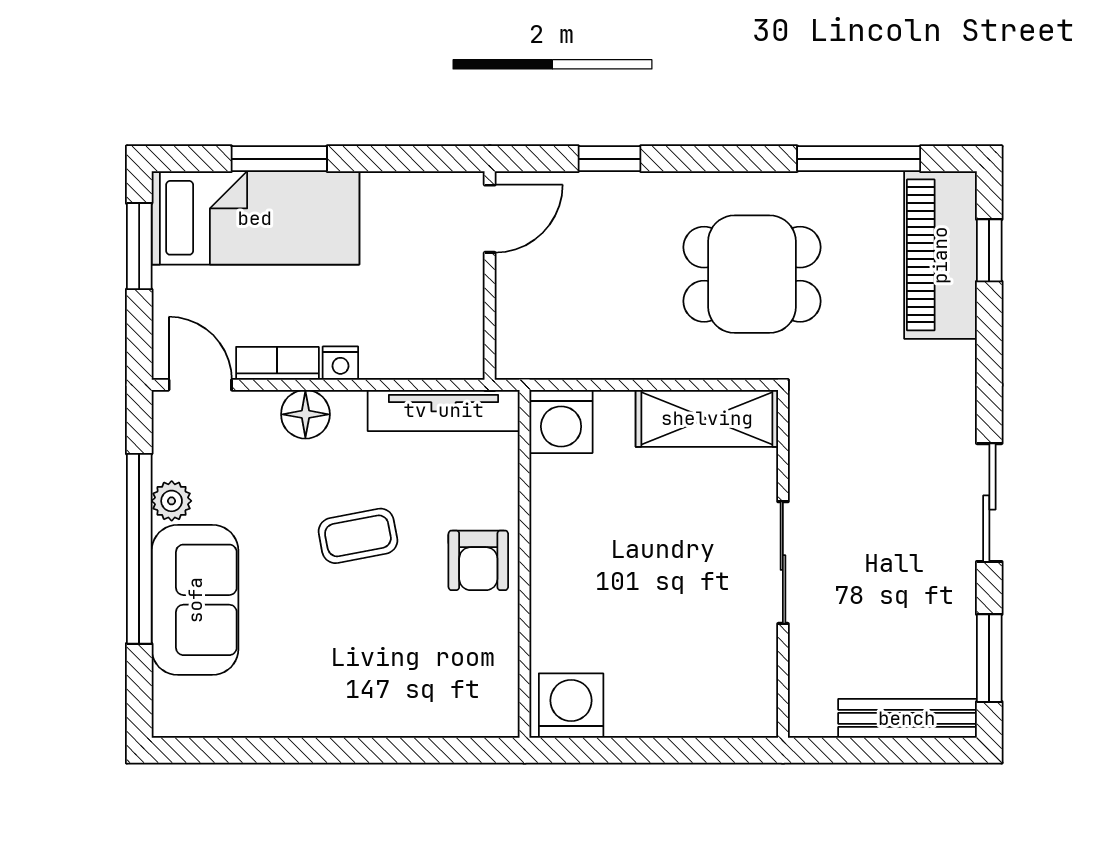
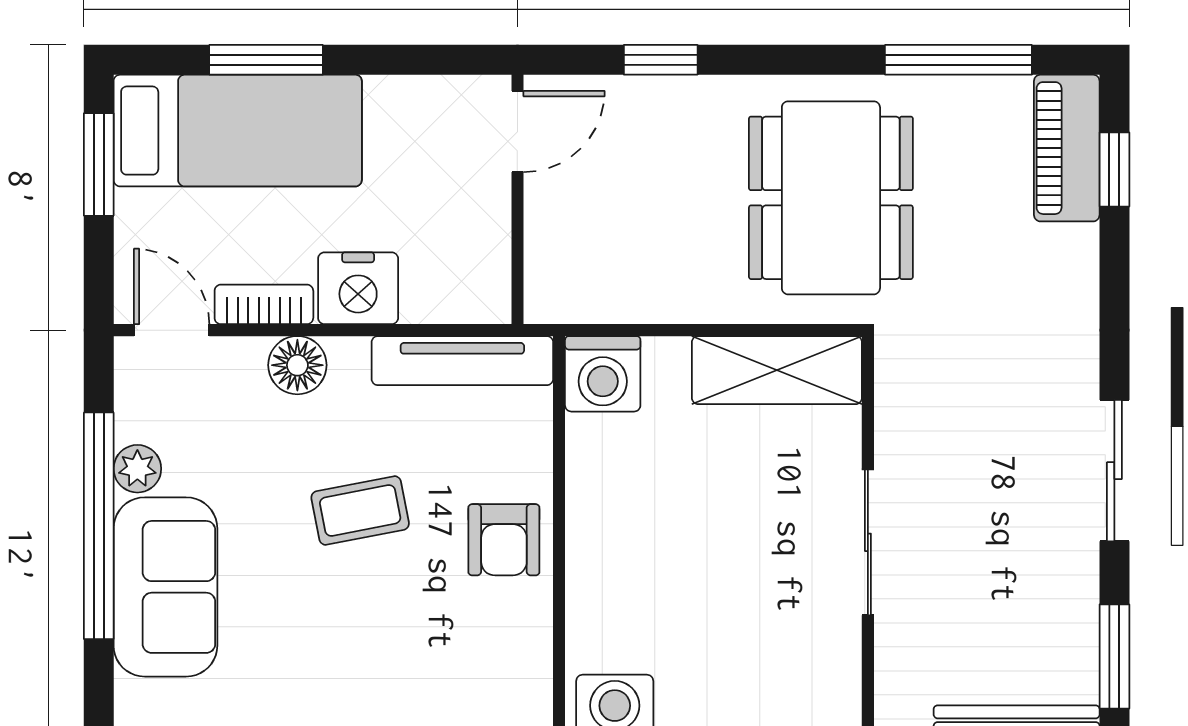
piano: (940, 255) -> (1067, 148), width x0.73, depth x0.75
dining table: (752, 274) -> (831, 198), width x1.38
nightstand: (340, 363) -> (358, 288), width x1.89, depth x1.79

